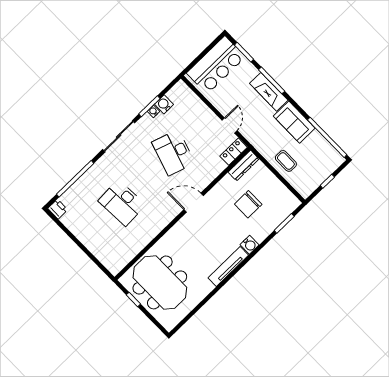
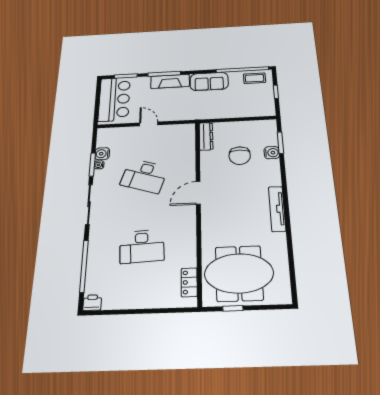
door: (230, 125) -> (149, 124), moved
locker: (234, 152) -> (189, 282), moved
coffee table: (286, 161) -> (255, 78), moved
water cooler: (250, 245) -> (272, 153), moved

